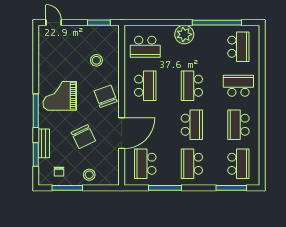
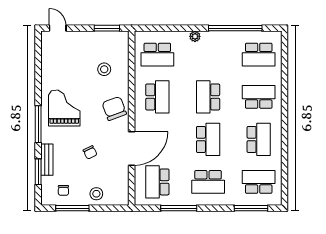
plant: (184, 34) -> (195, 36), width x0.53, depth x0.53
school desk: (238, 47) -> (259, 55), turned 90
grand piano: (60, 96) -> (64, 108), turned 90
school desk: (238, 125) -> (259, 139), turned 180
chair: (83, 137) -> (90, 152), width x0.54, depth x0.54
school desk: (192, 164) -> (208, 182), turned -90
school desk: (238, 164) -> (259, 182), turned -90

